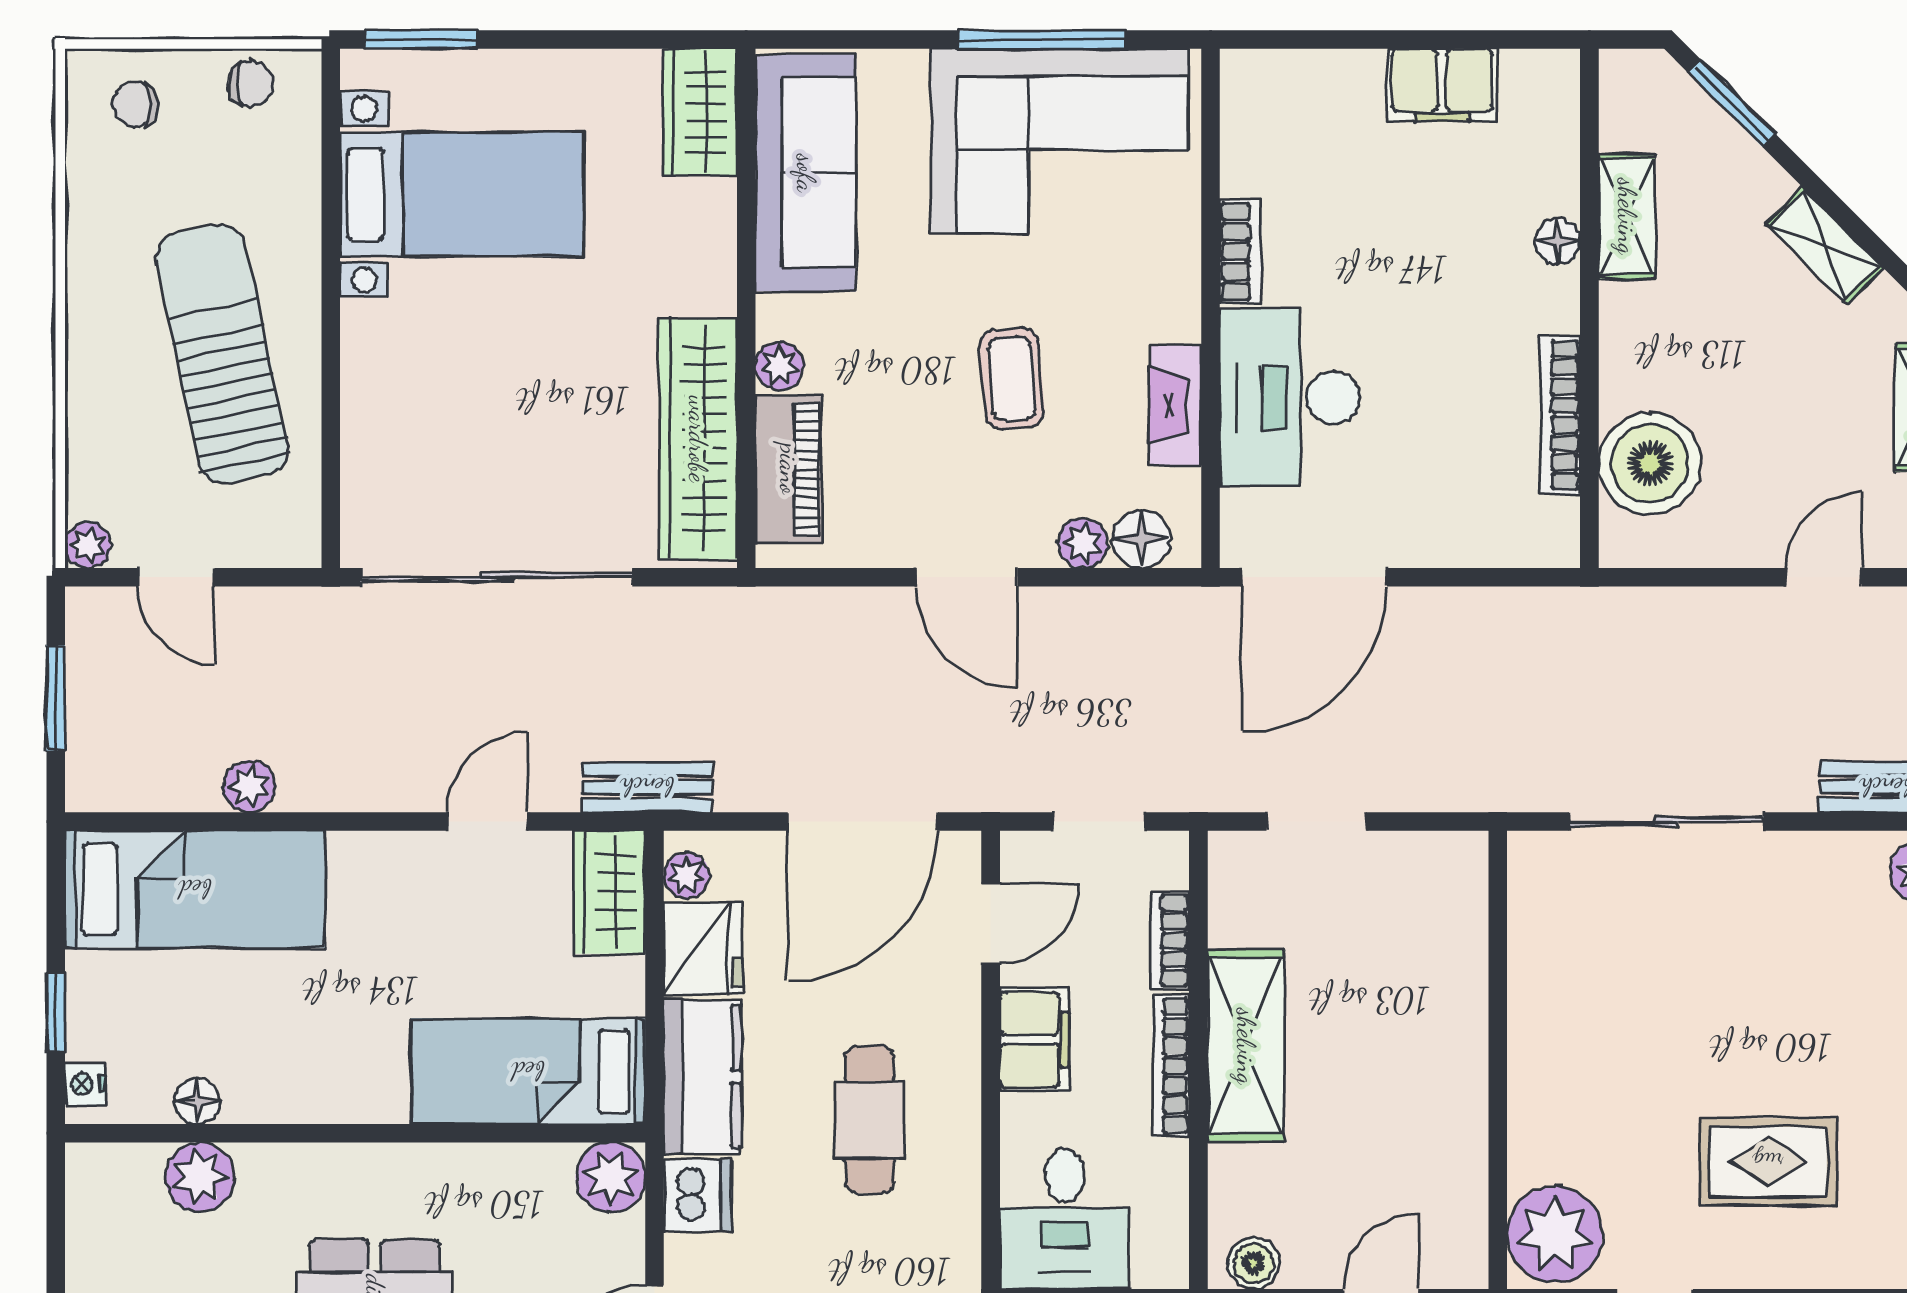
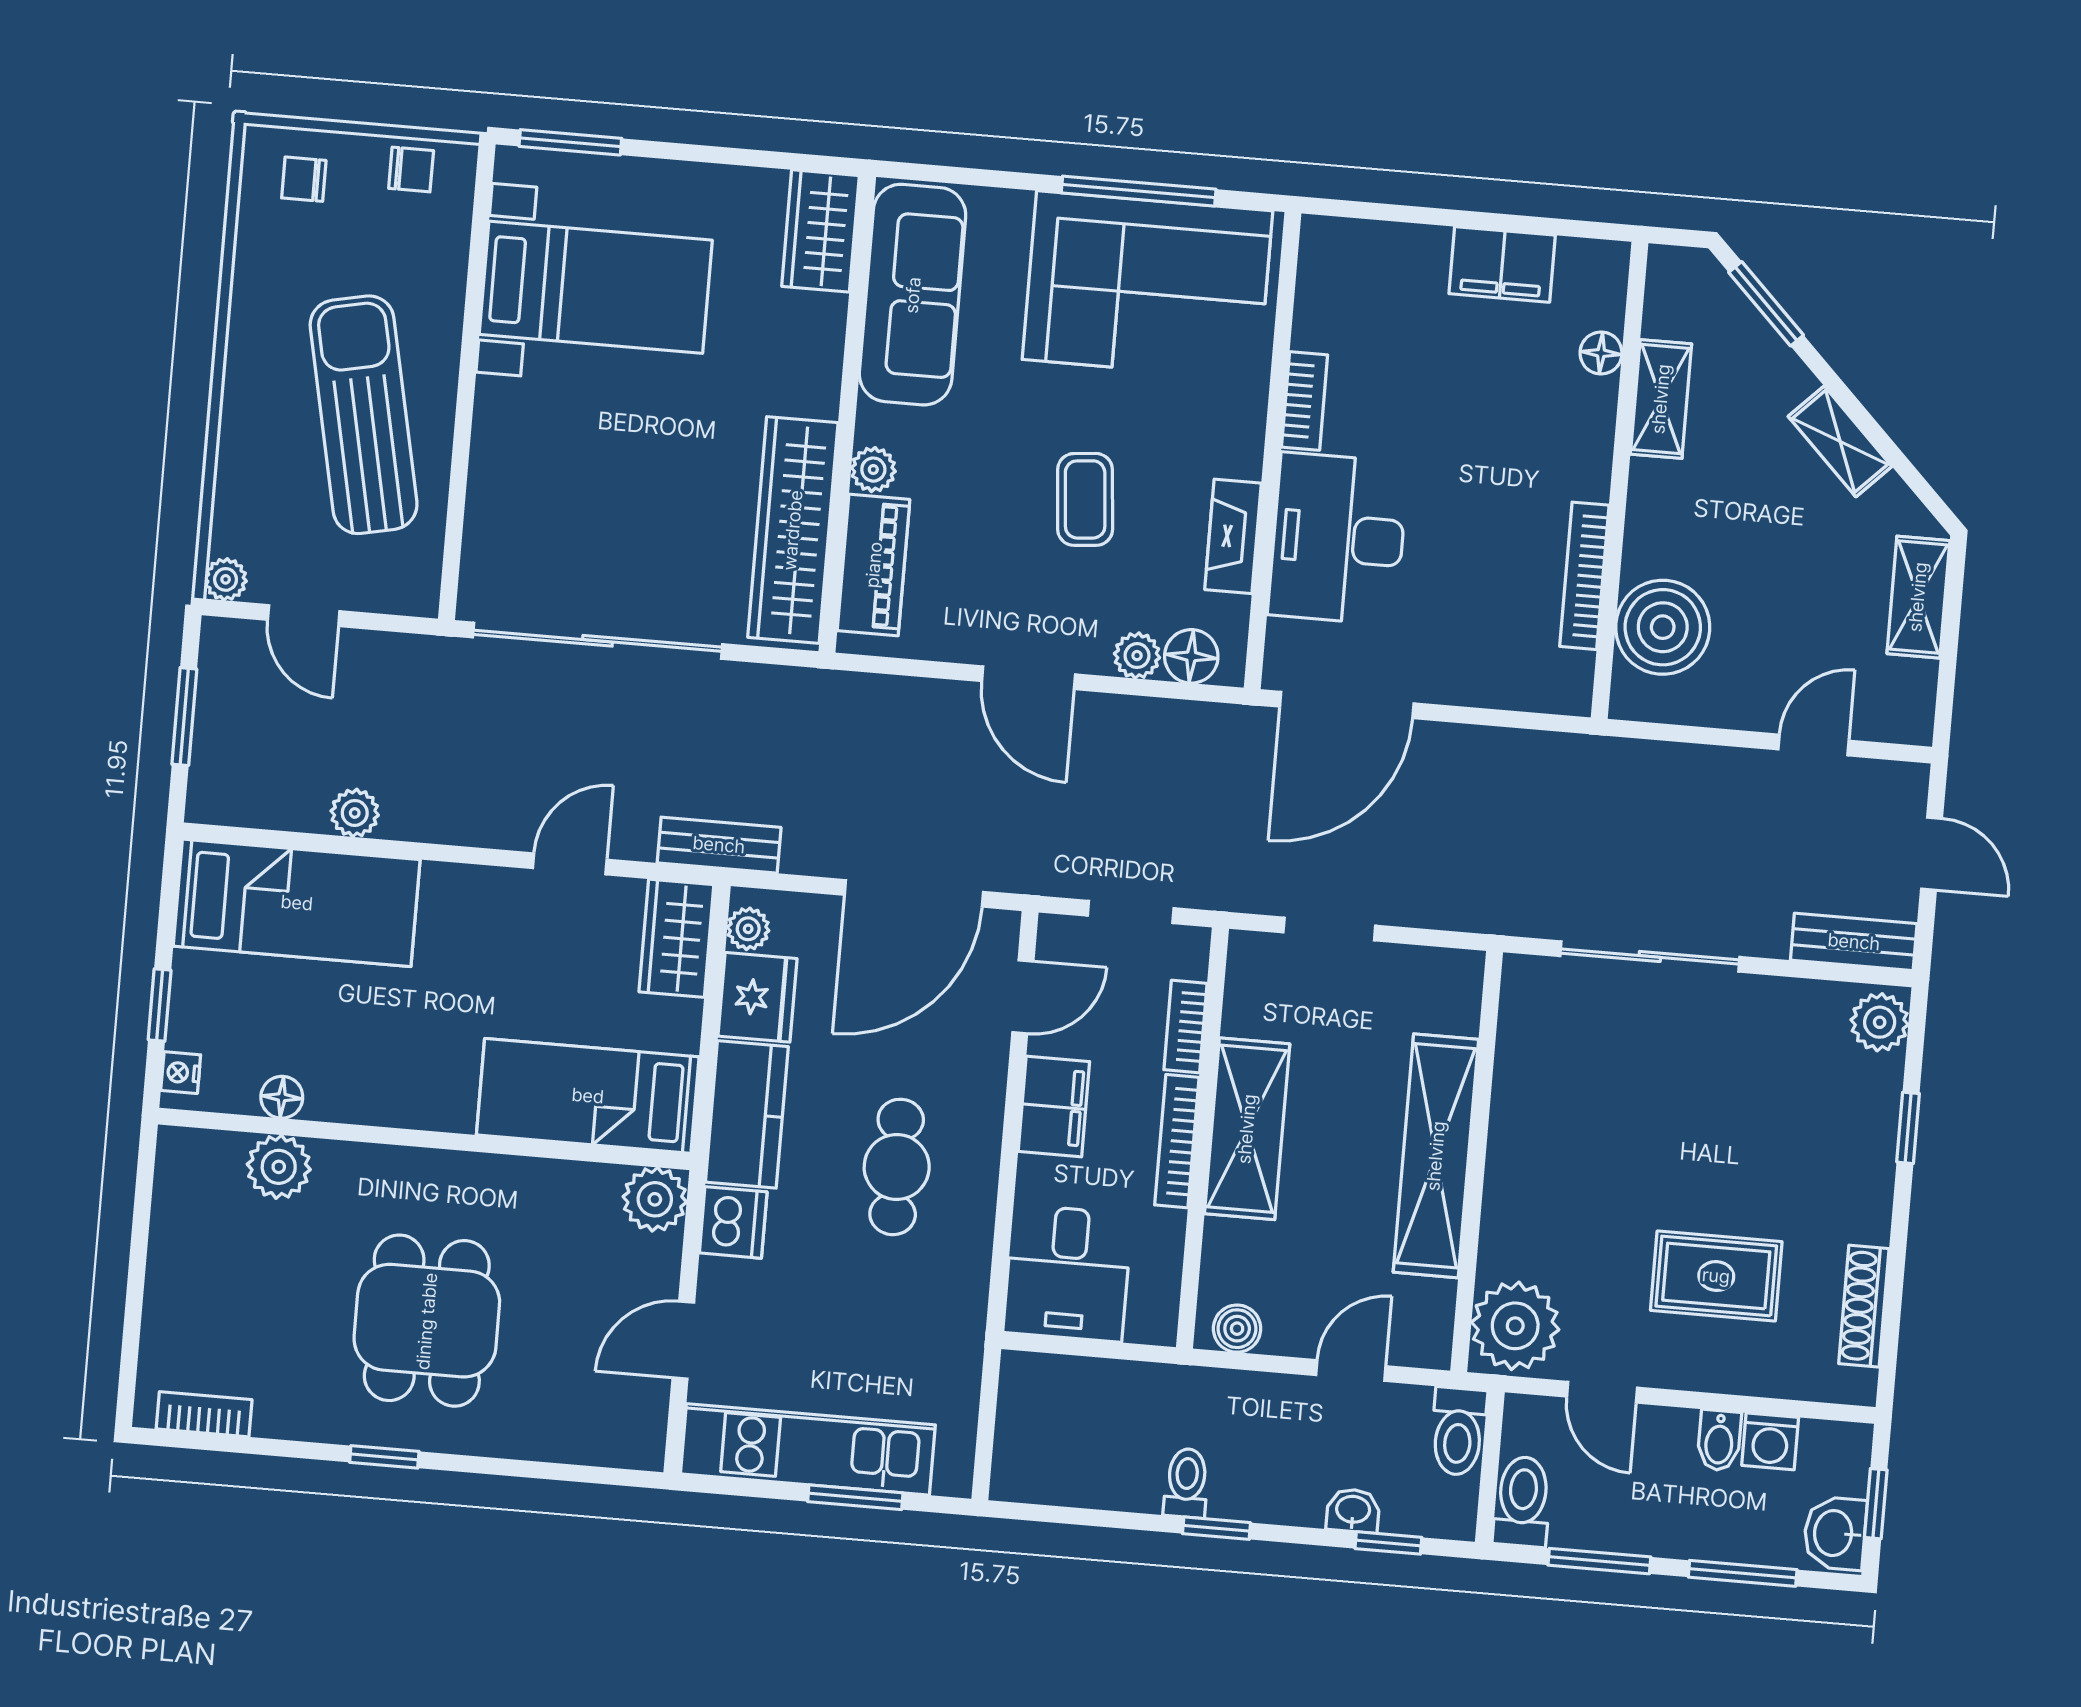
floor lamp: (1557, 241) -> (1601, 353), moved
shelving: (1453, 1057) -> (1436, 1156), added

